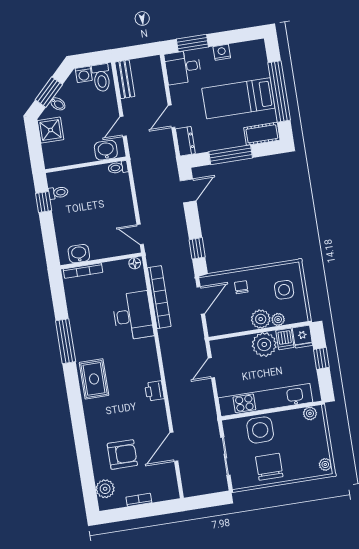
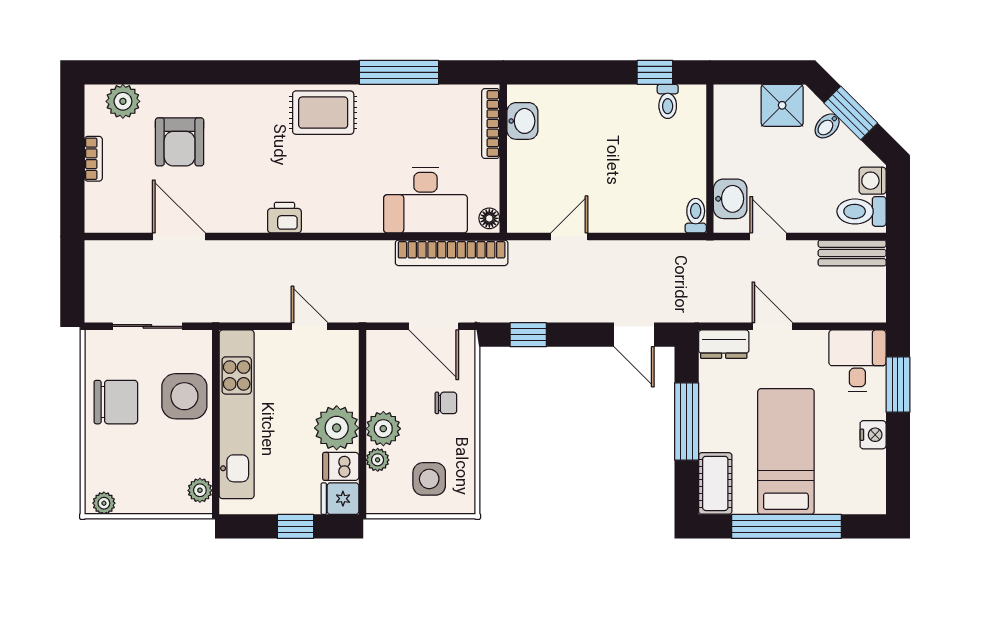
washbasin: (79, 254) -> (522, 121), moved
wall: (101, 261) -> (503, 159), moved
floor lamp: (135, 263) -> (489, 218), moved
bookcase: (83, 271) -> (491, 124), moved

